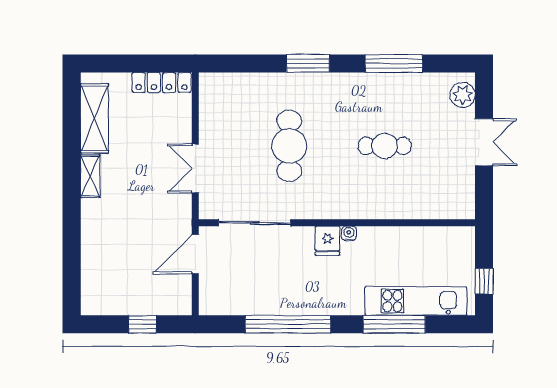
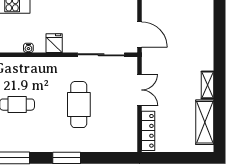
locker: (161, 82) -> (148, 131), moved, turned 90
water cooler: (349, 234) -> (28, 48), moved
door: (195, 254) -> (140, 35), hinge flipped

